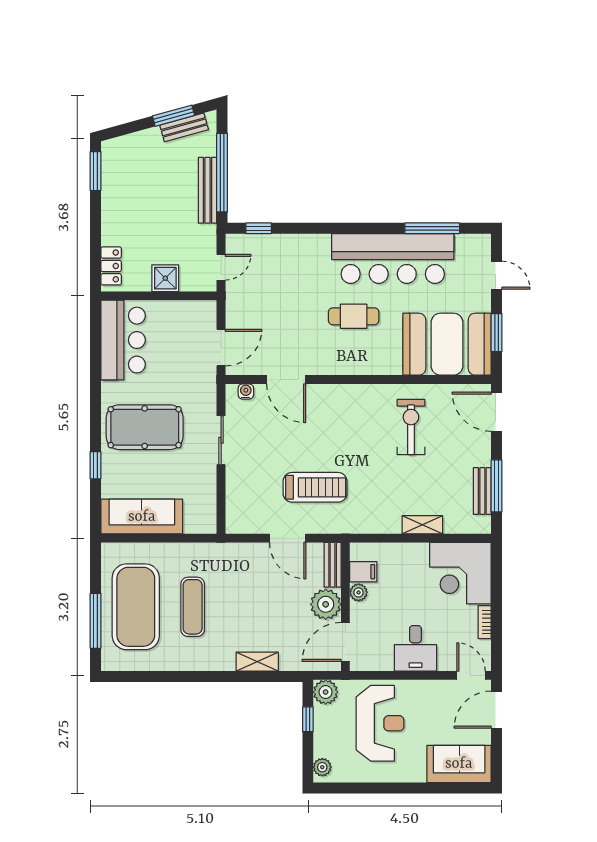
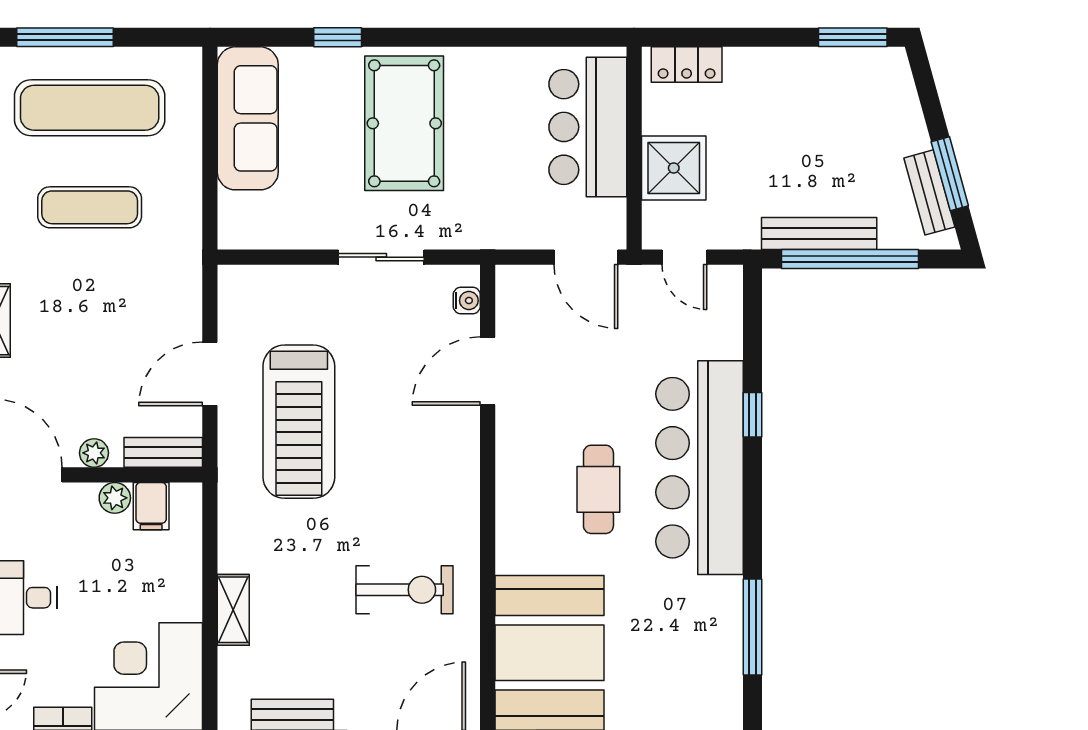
window: (259, 228) -> (752, 415), moved
bar counter: (393, 259) -> (700, 468), moved
shower: (165, 278) -> (674, 168), width x1.36, depth x1.36
bar counter: (123, 340) -> (588, 127), moved, turned 90
door: (221, 348) -> (586, 257), moved
treadmill: (315, 487) -> (299, 422), width x1.37, depth x1.38
plant: (326, 604) -> (94, 453), width x0.53, depth x0.53
exercise mat: (136, 607) -> (90, 108), width x0.68

